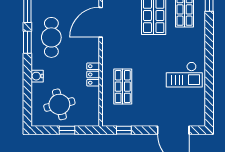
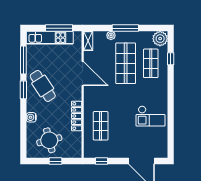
door: (101, 22) -> (83, 74), swing flipped
cafe table: (51, 37) -> (43, 86), turned -33
locker: (93, 74) -> (77, 116), width x1.53

